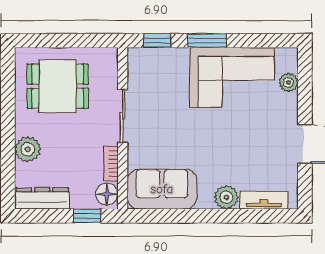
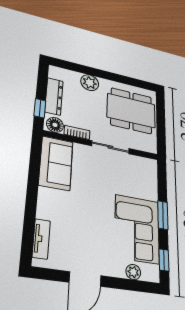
window: (157, 41) -> (164, 260), moved
dining table: (58, 86) -> (131, 111), width x1.38
plant: (226, 197) -> (46, 209), removed
dresser: (42, 198) -> (54, 96), moved

